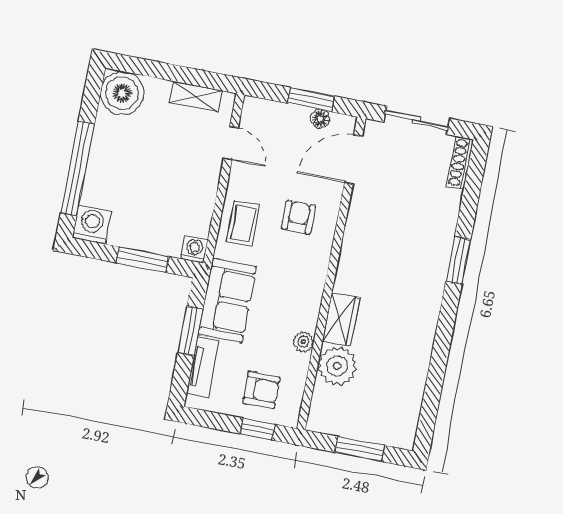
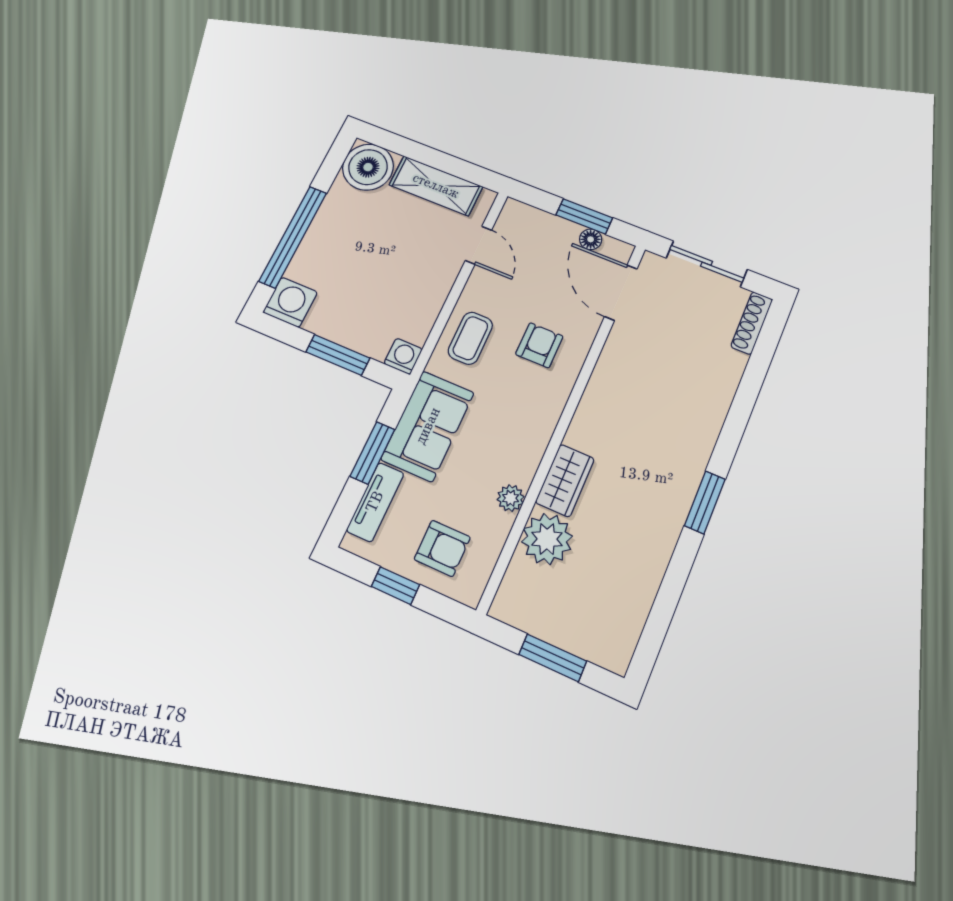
shelving: (196, 97) -> (436, 186), width x1.50, depth x1.33
door: (353, 159) -> (621, 293), hinge flipped
window: (458, 260) -> (705, 502), moved
window: (258, 429) -> (395, 586), moved

